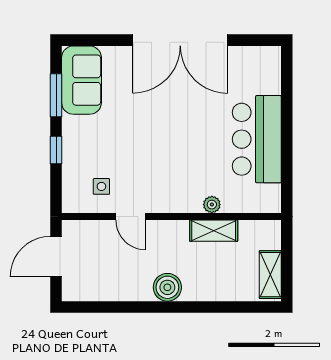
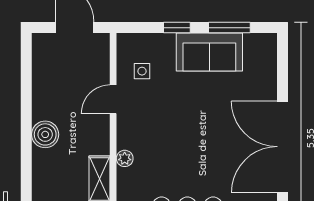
sofa: (82, 80) -> (209, 52), moved
plant: (212, 205) -> (125, 158), moved

